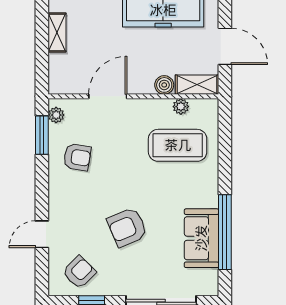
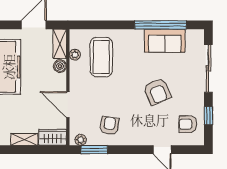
wardrobe: (60, 74) -> (53, 137), added
armchair: (79, 272) -> (188, 124), turned -45

